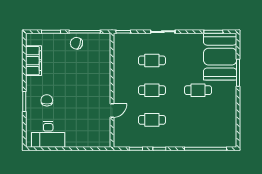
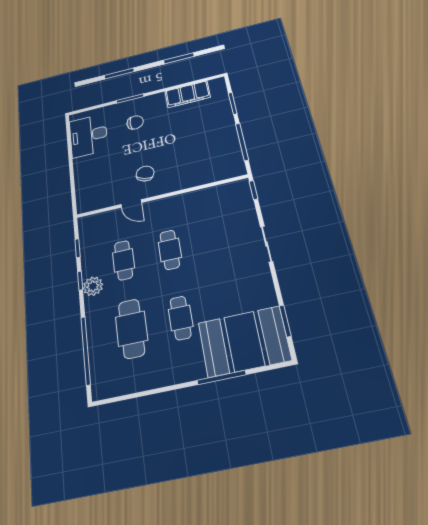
chair: (76, 43) -> (145, 174), moved
cafe table: (152, 60) -> (132, 329), moved, width x1.37, depth x1.35
plant: (165, 141) -> (93, 286), added

